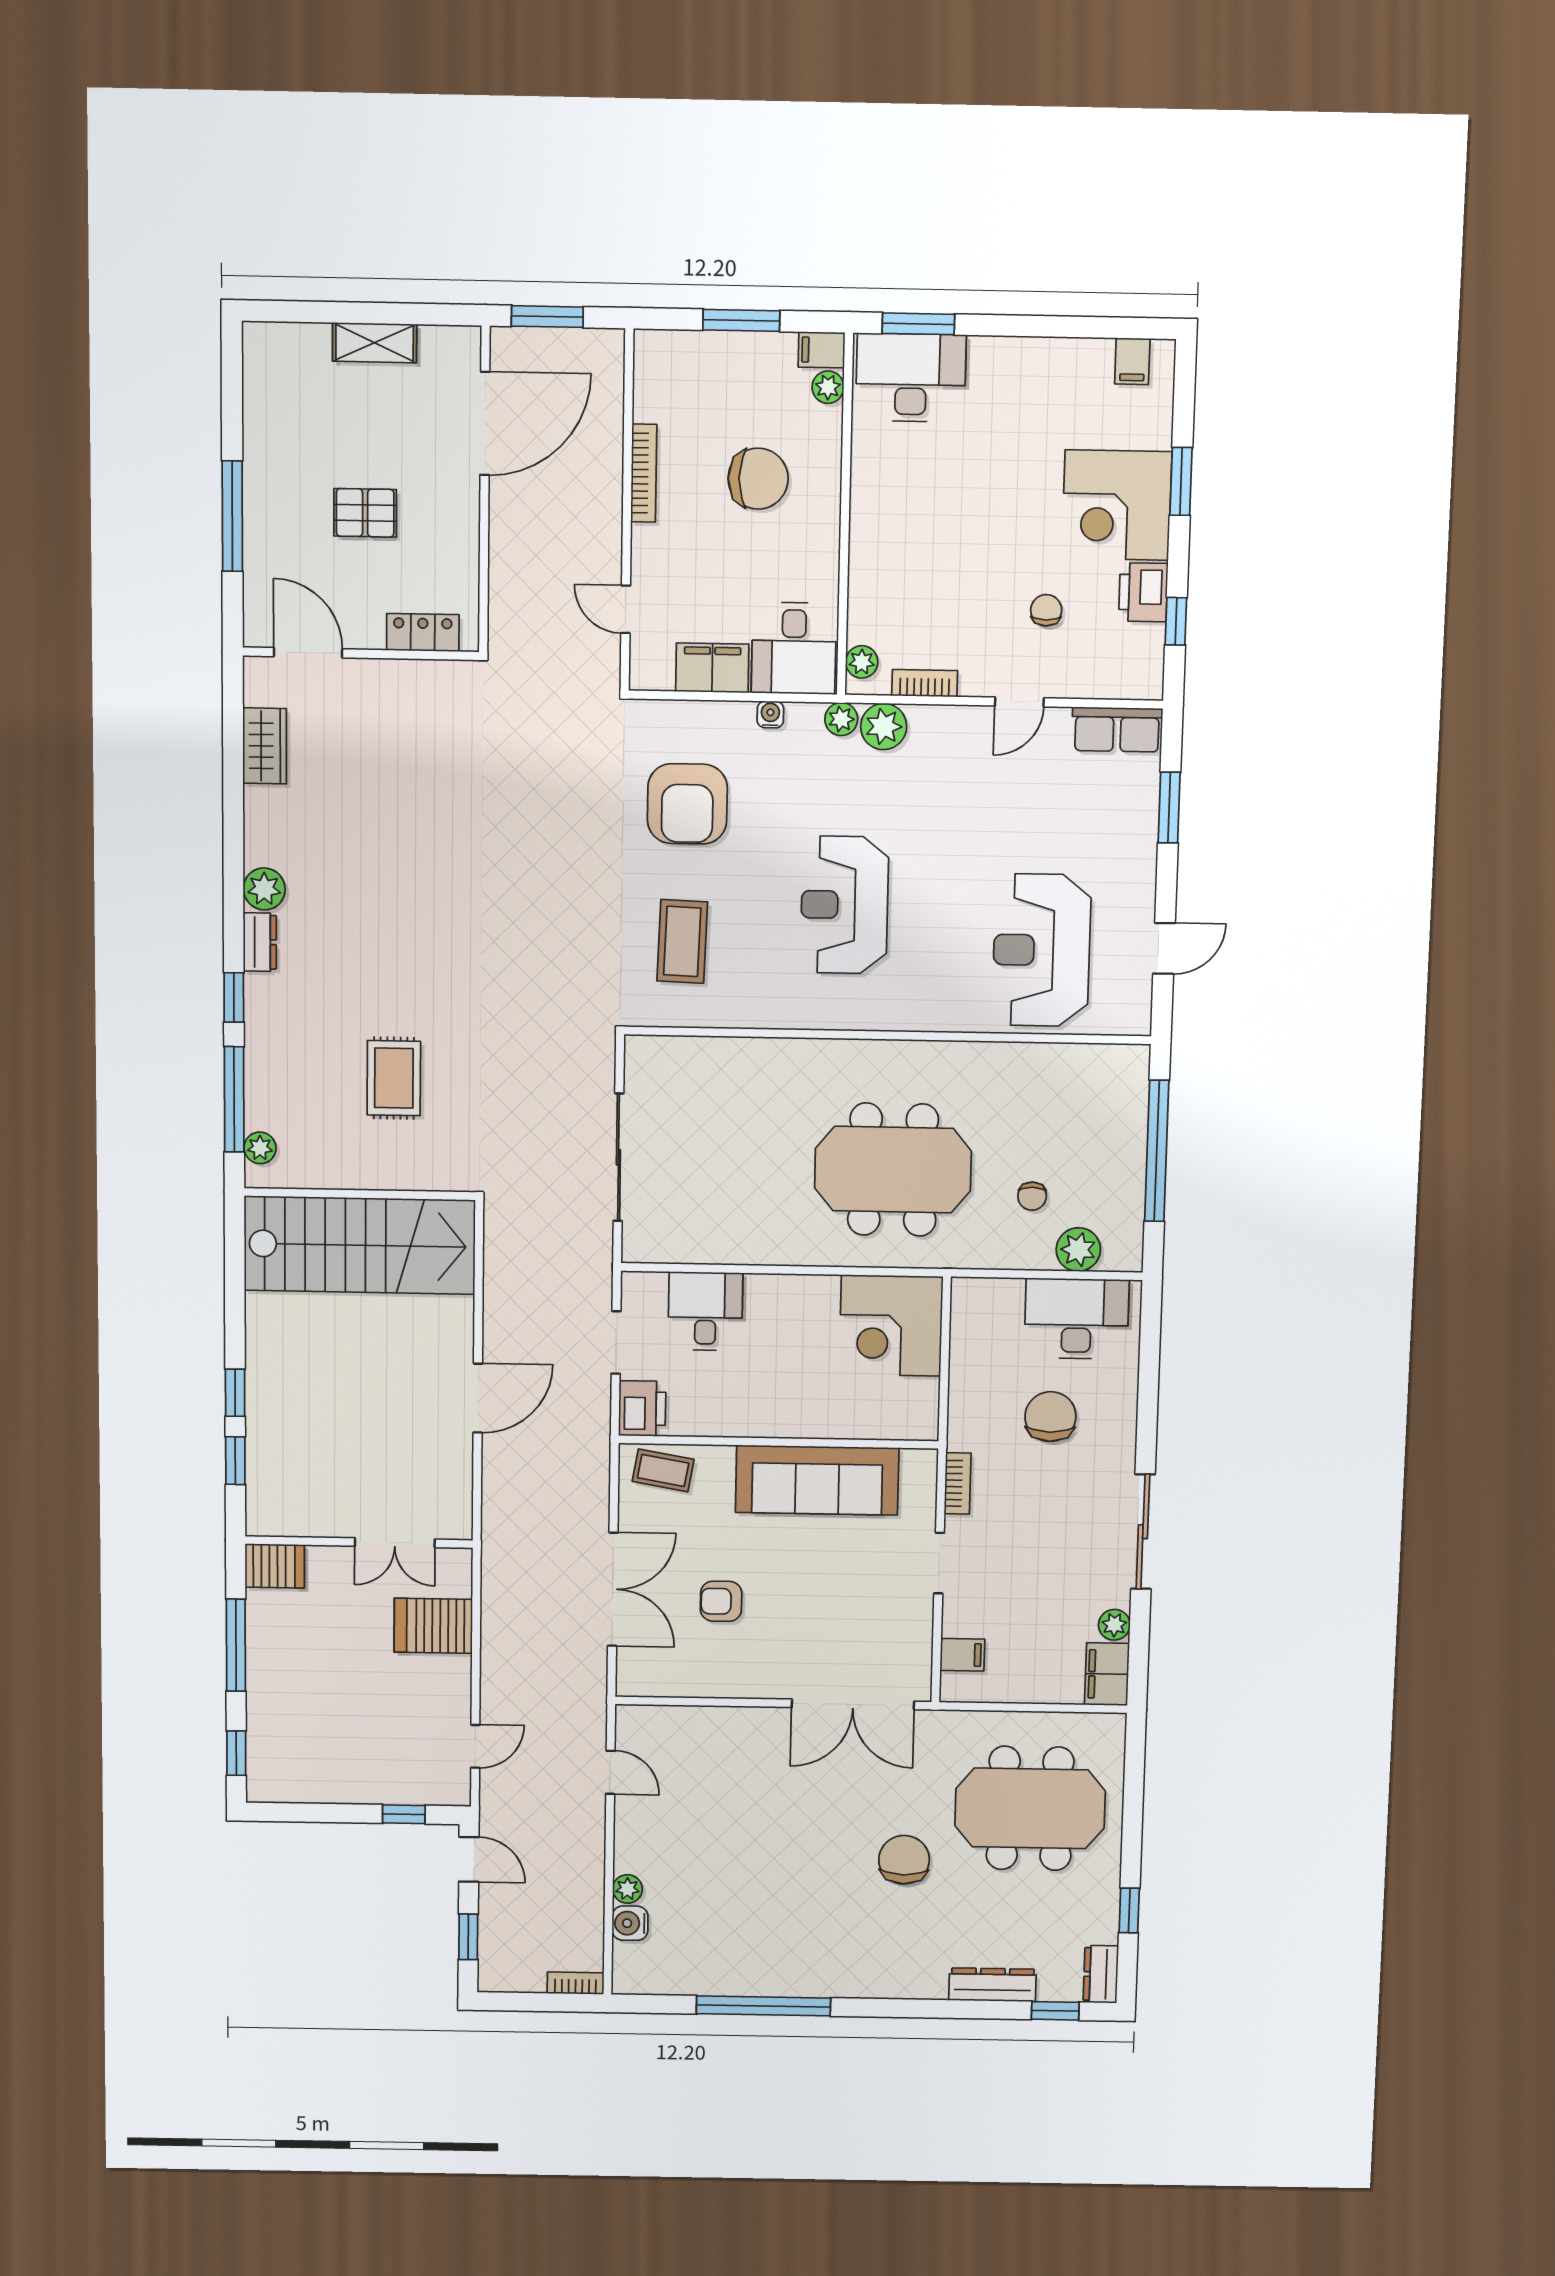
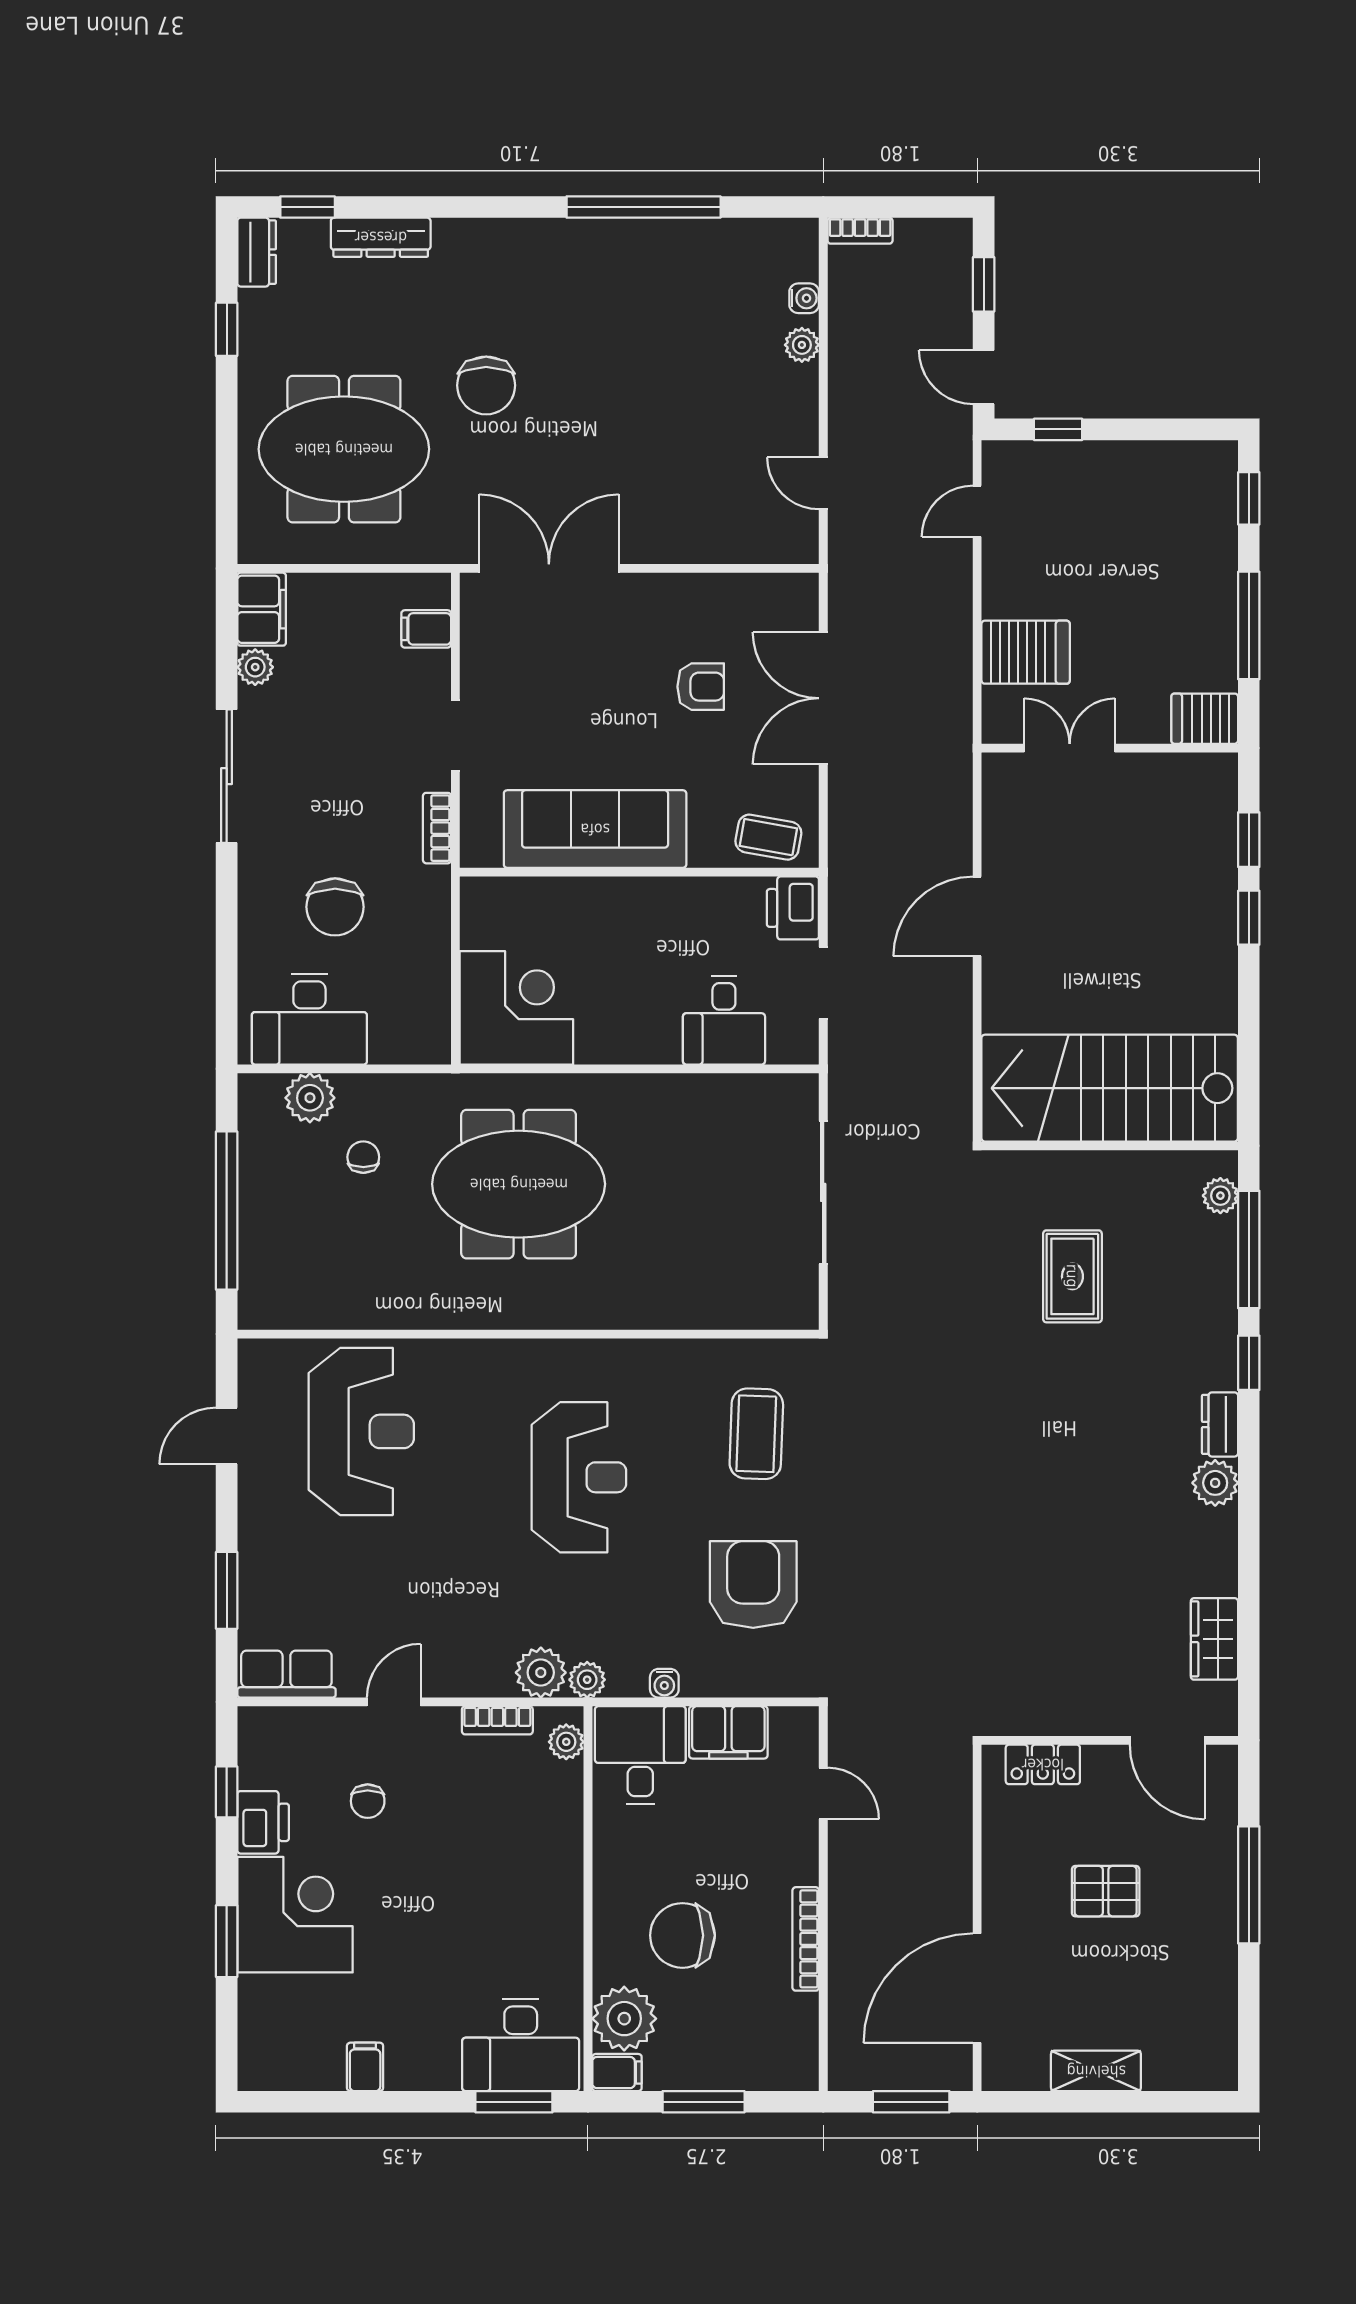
filing cabinet: (1132, 361) -> (365, 2067), moved
plant: (828, 387) -> (624, 2019), width x1.88, depth x1.88
water cooler: (630, 1923) -> (804, 298), width x0.72, depth x0.72

